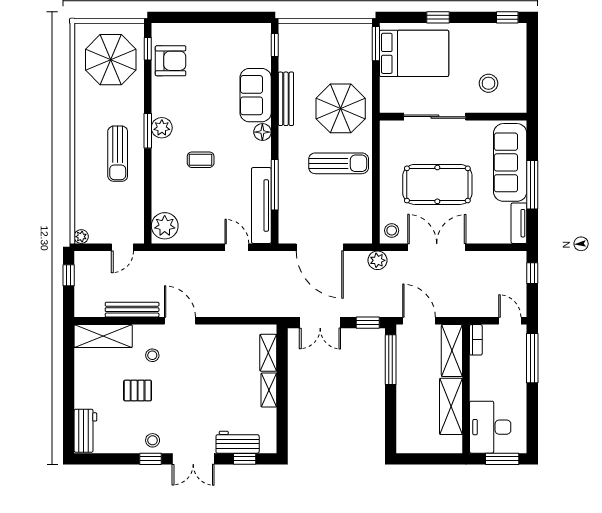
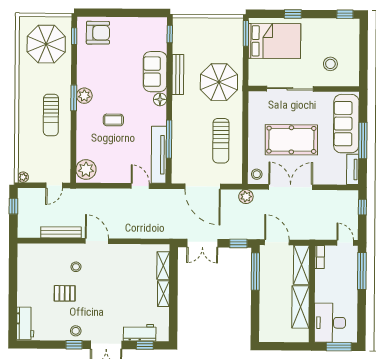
armchair: (171, 61) -> (98, 33), moved
sun lounger: (339, 163) -> (221, 141), moved, turned 90
shelving: (103, 336) -> (39, 252), removed

